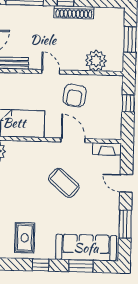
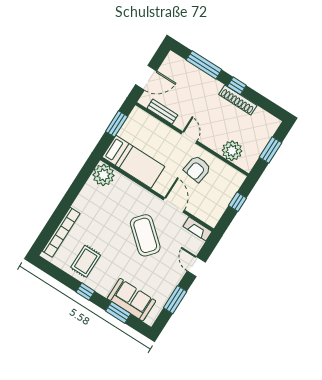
coffee table: (64, 183) -> (145, 235), width x1.36, depth x1.32
sofa: (86, 248) -> (131, 300), width x0.73

